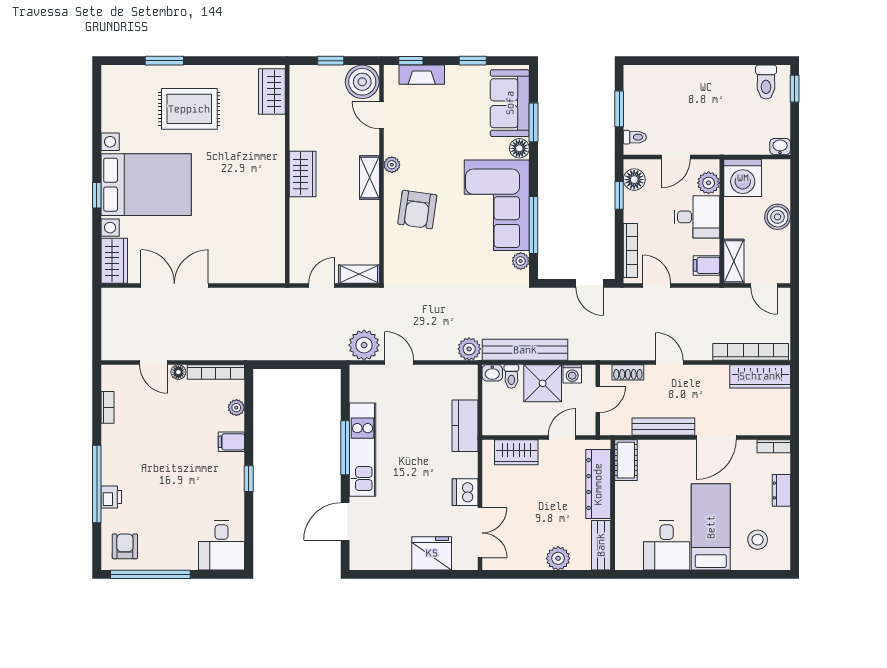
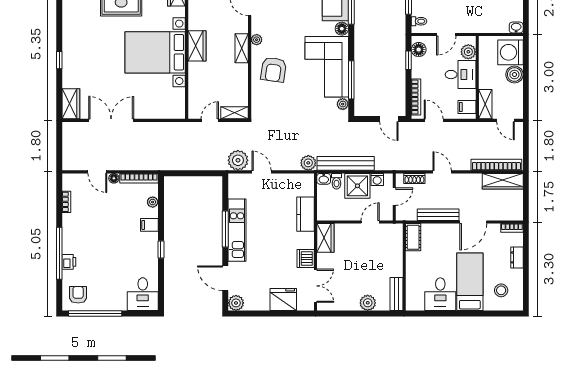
washing machine: (743, 178) -> (511, 52), moved, turned 90
bed with nightstands: (146, 185) -> (155, 52), moved, turned 180
wardrobe: (516, 452) -> (325, 238), moved, turned -90
dresser: (598, 484) -> (395, 253), removed
door: (345, 522) -> (225, 278), hinge flipped
plant: (361, 558) -> (236, 303), added

